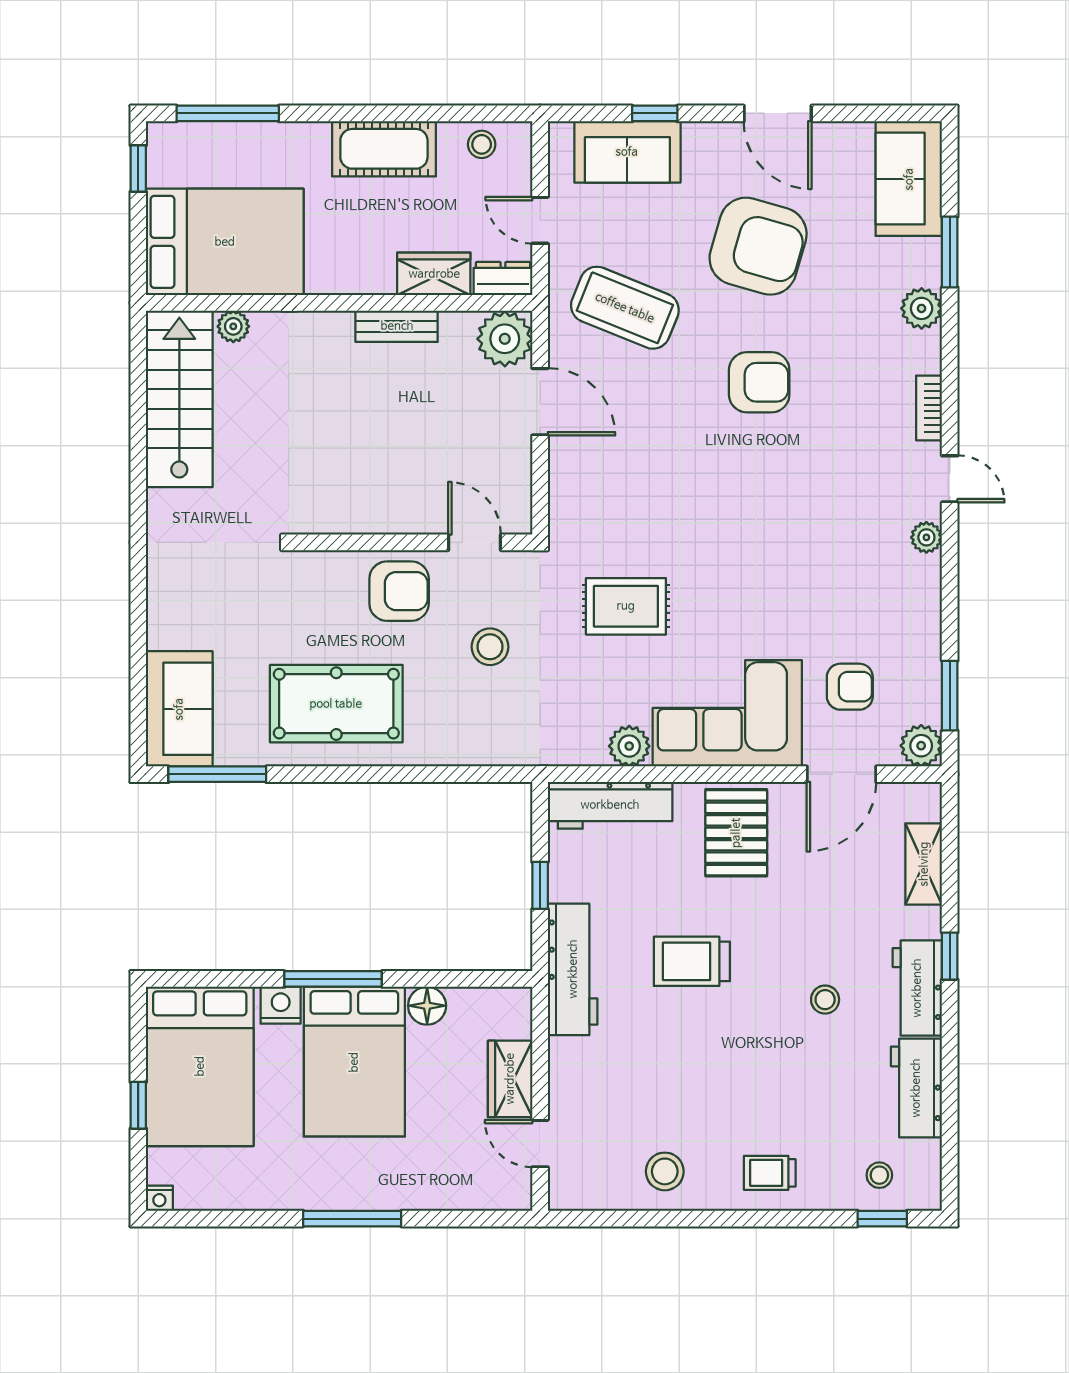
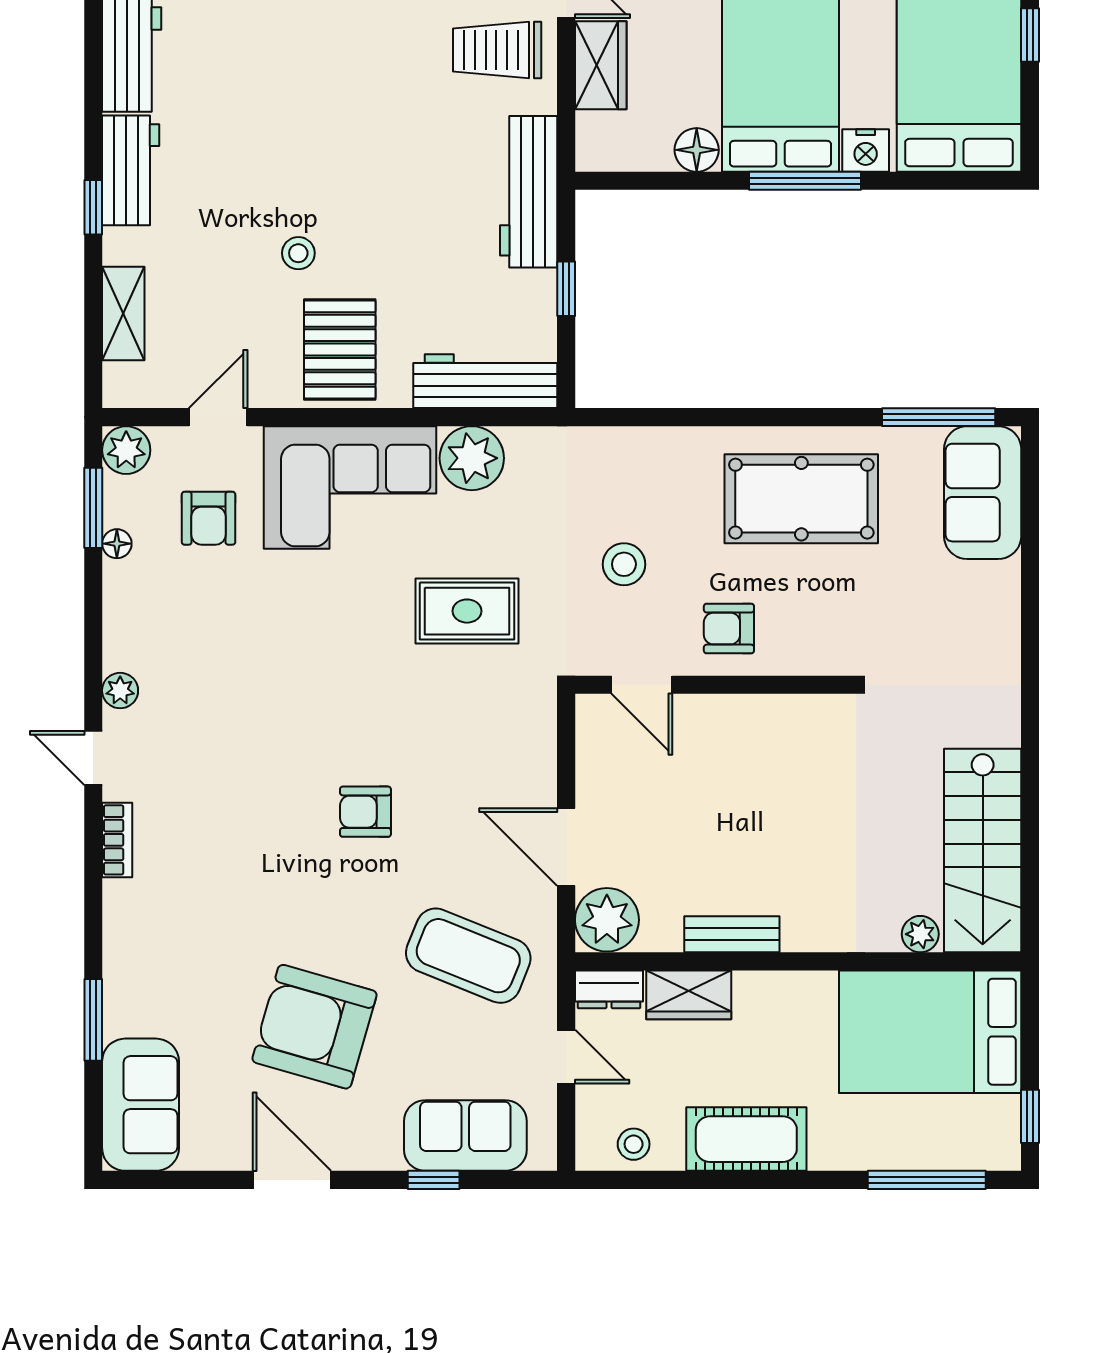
plant: (922, 308) -> (126, 955), removed
armchair: (759, 382) -> (365, 812), moved, width x0.72, depth x0.72
armchair: (399, 591) -> (729, 629), width x0.72, depth x0.72
floor lamp: (929, 665) -> (117, 544), added
armchair: (850, 687) -> (209, 518), turned -90
plant: (629, 746) -> (472, 458), width x1.36, depth x1.36
door: (841, 774) -> (218, 417), width x0.73
trolley: (692, 961) -> (497, 50), moved, turned 180
stool: (825, 1000) -> (298, 253), moved

